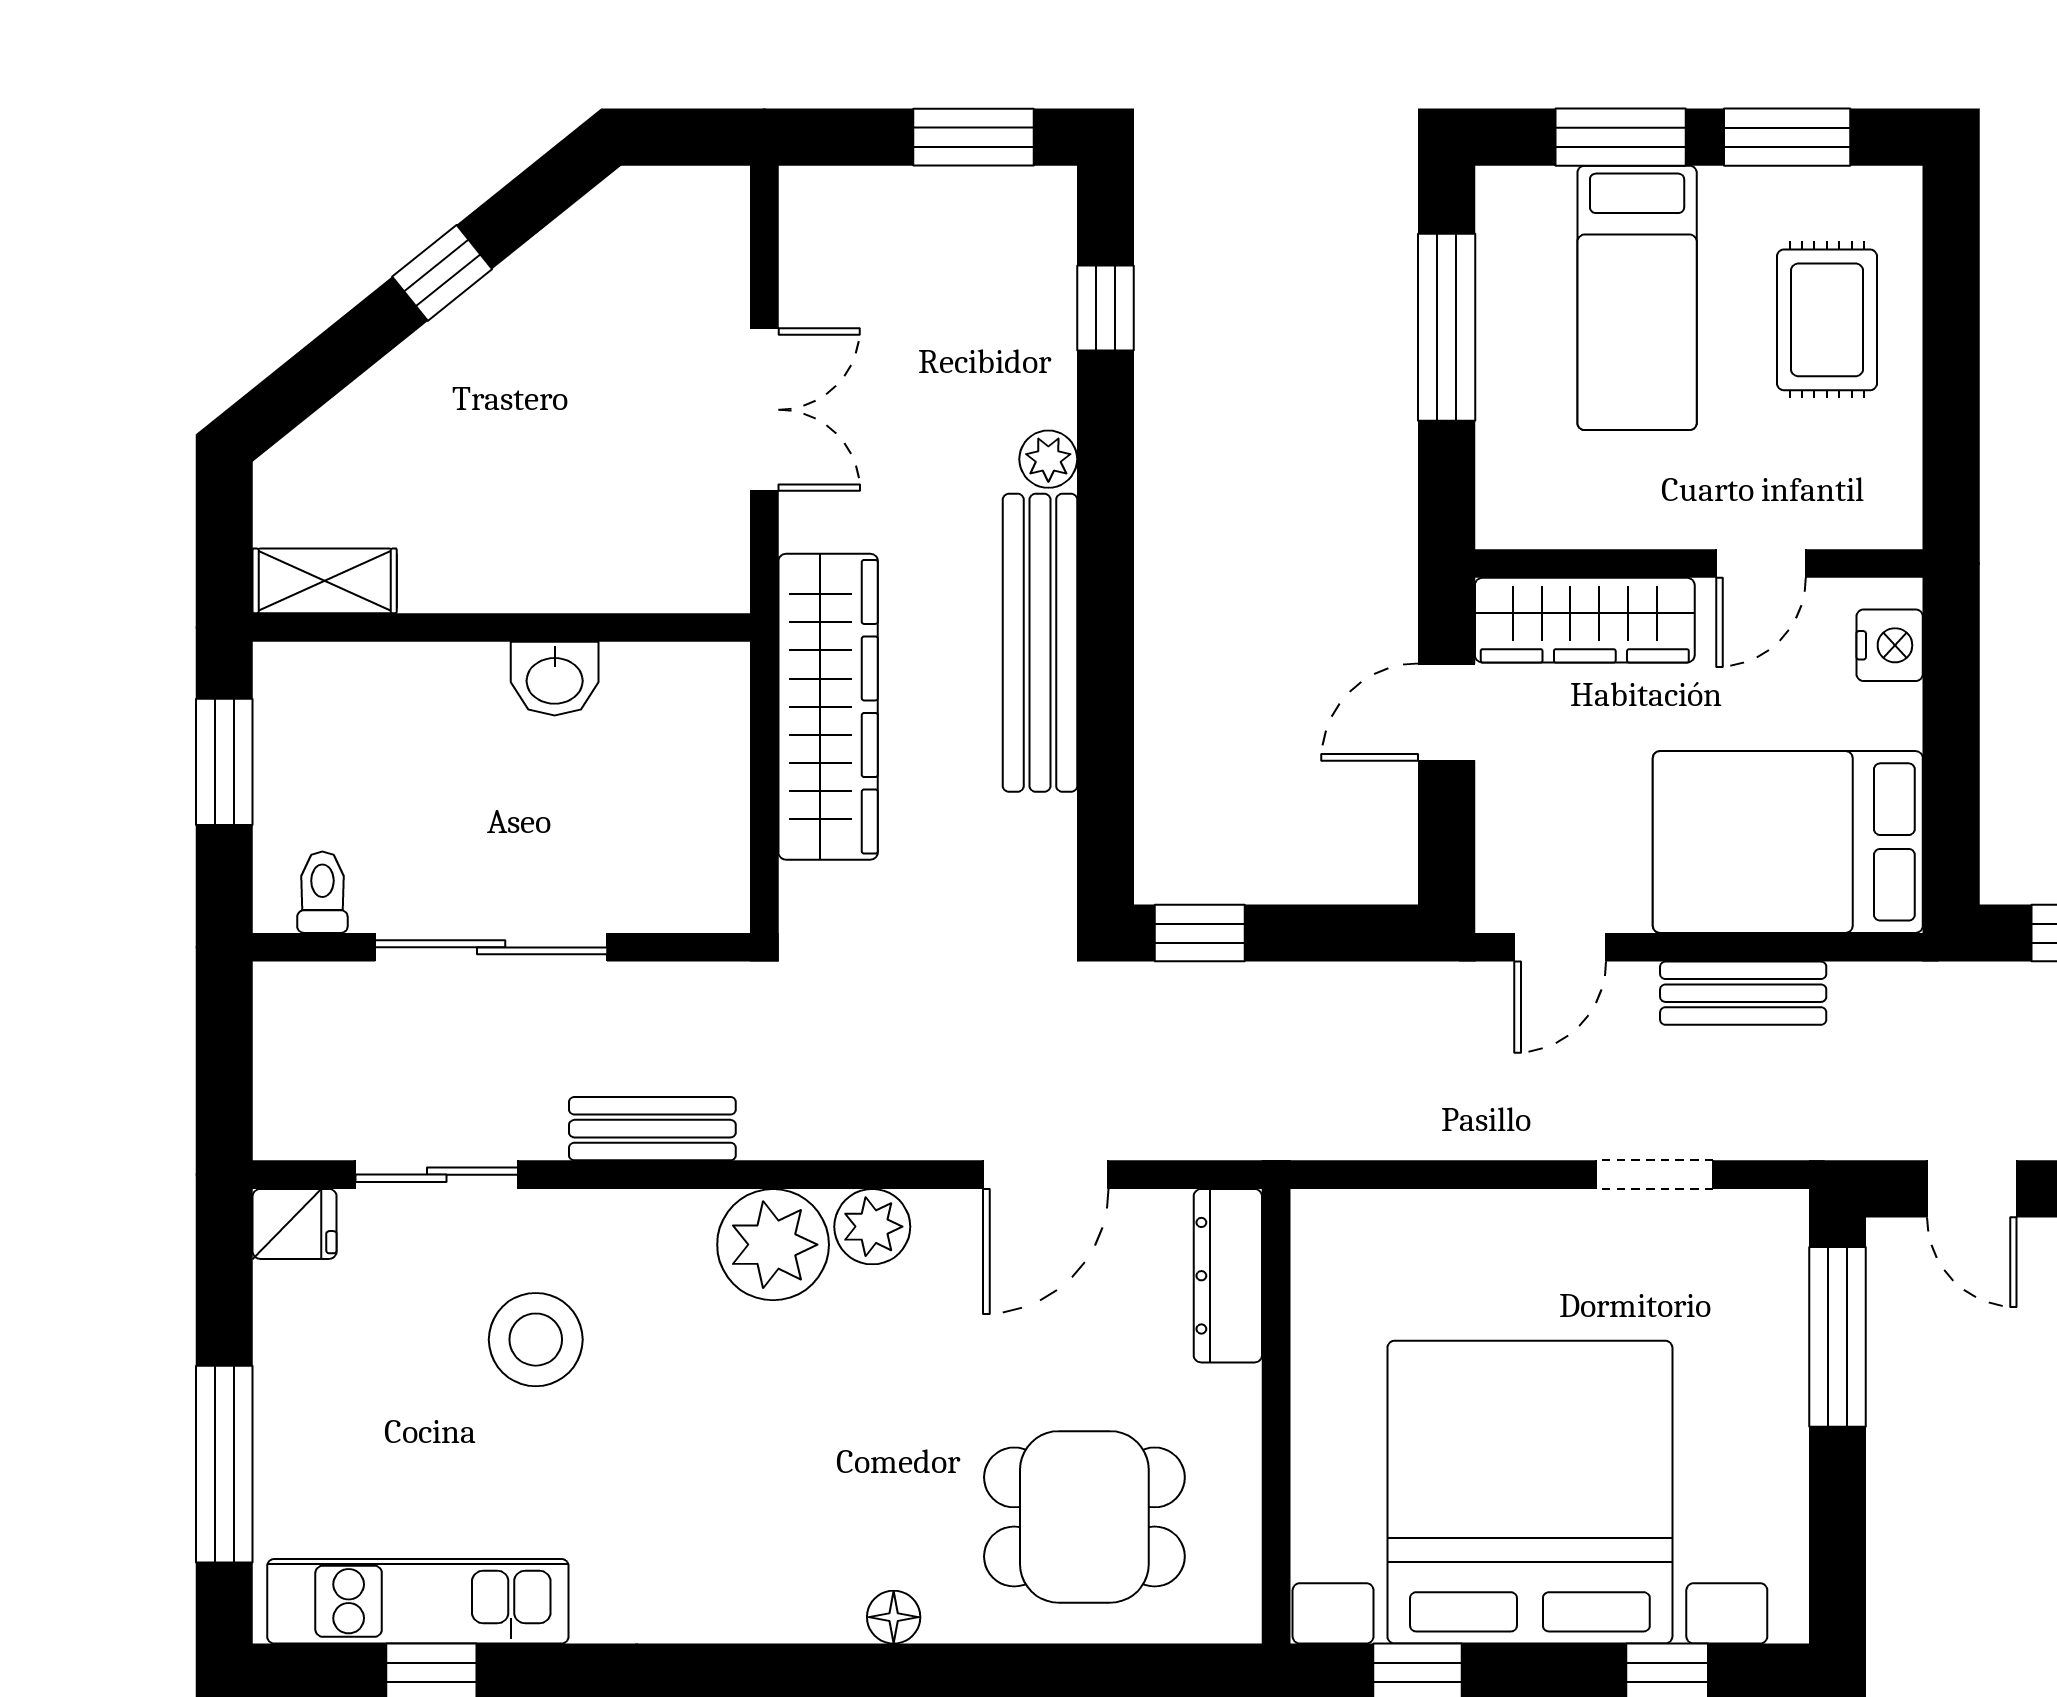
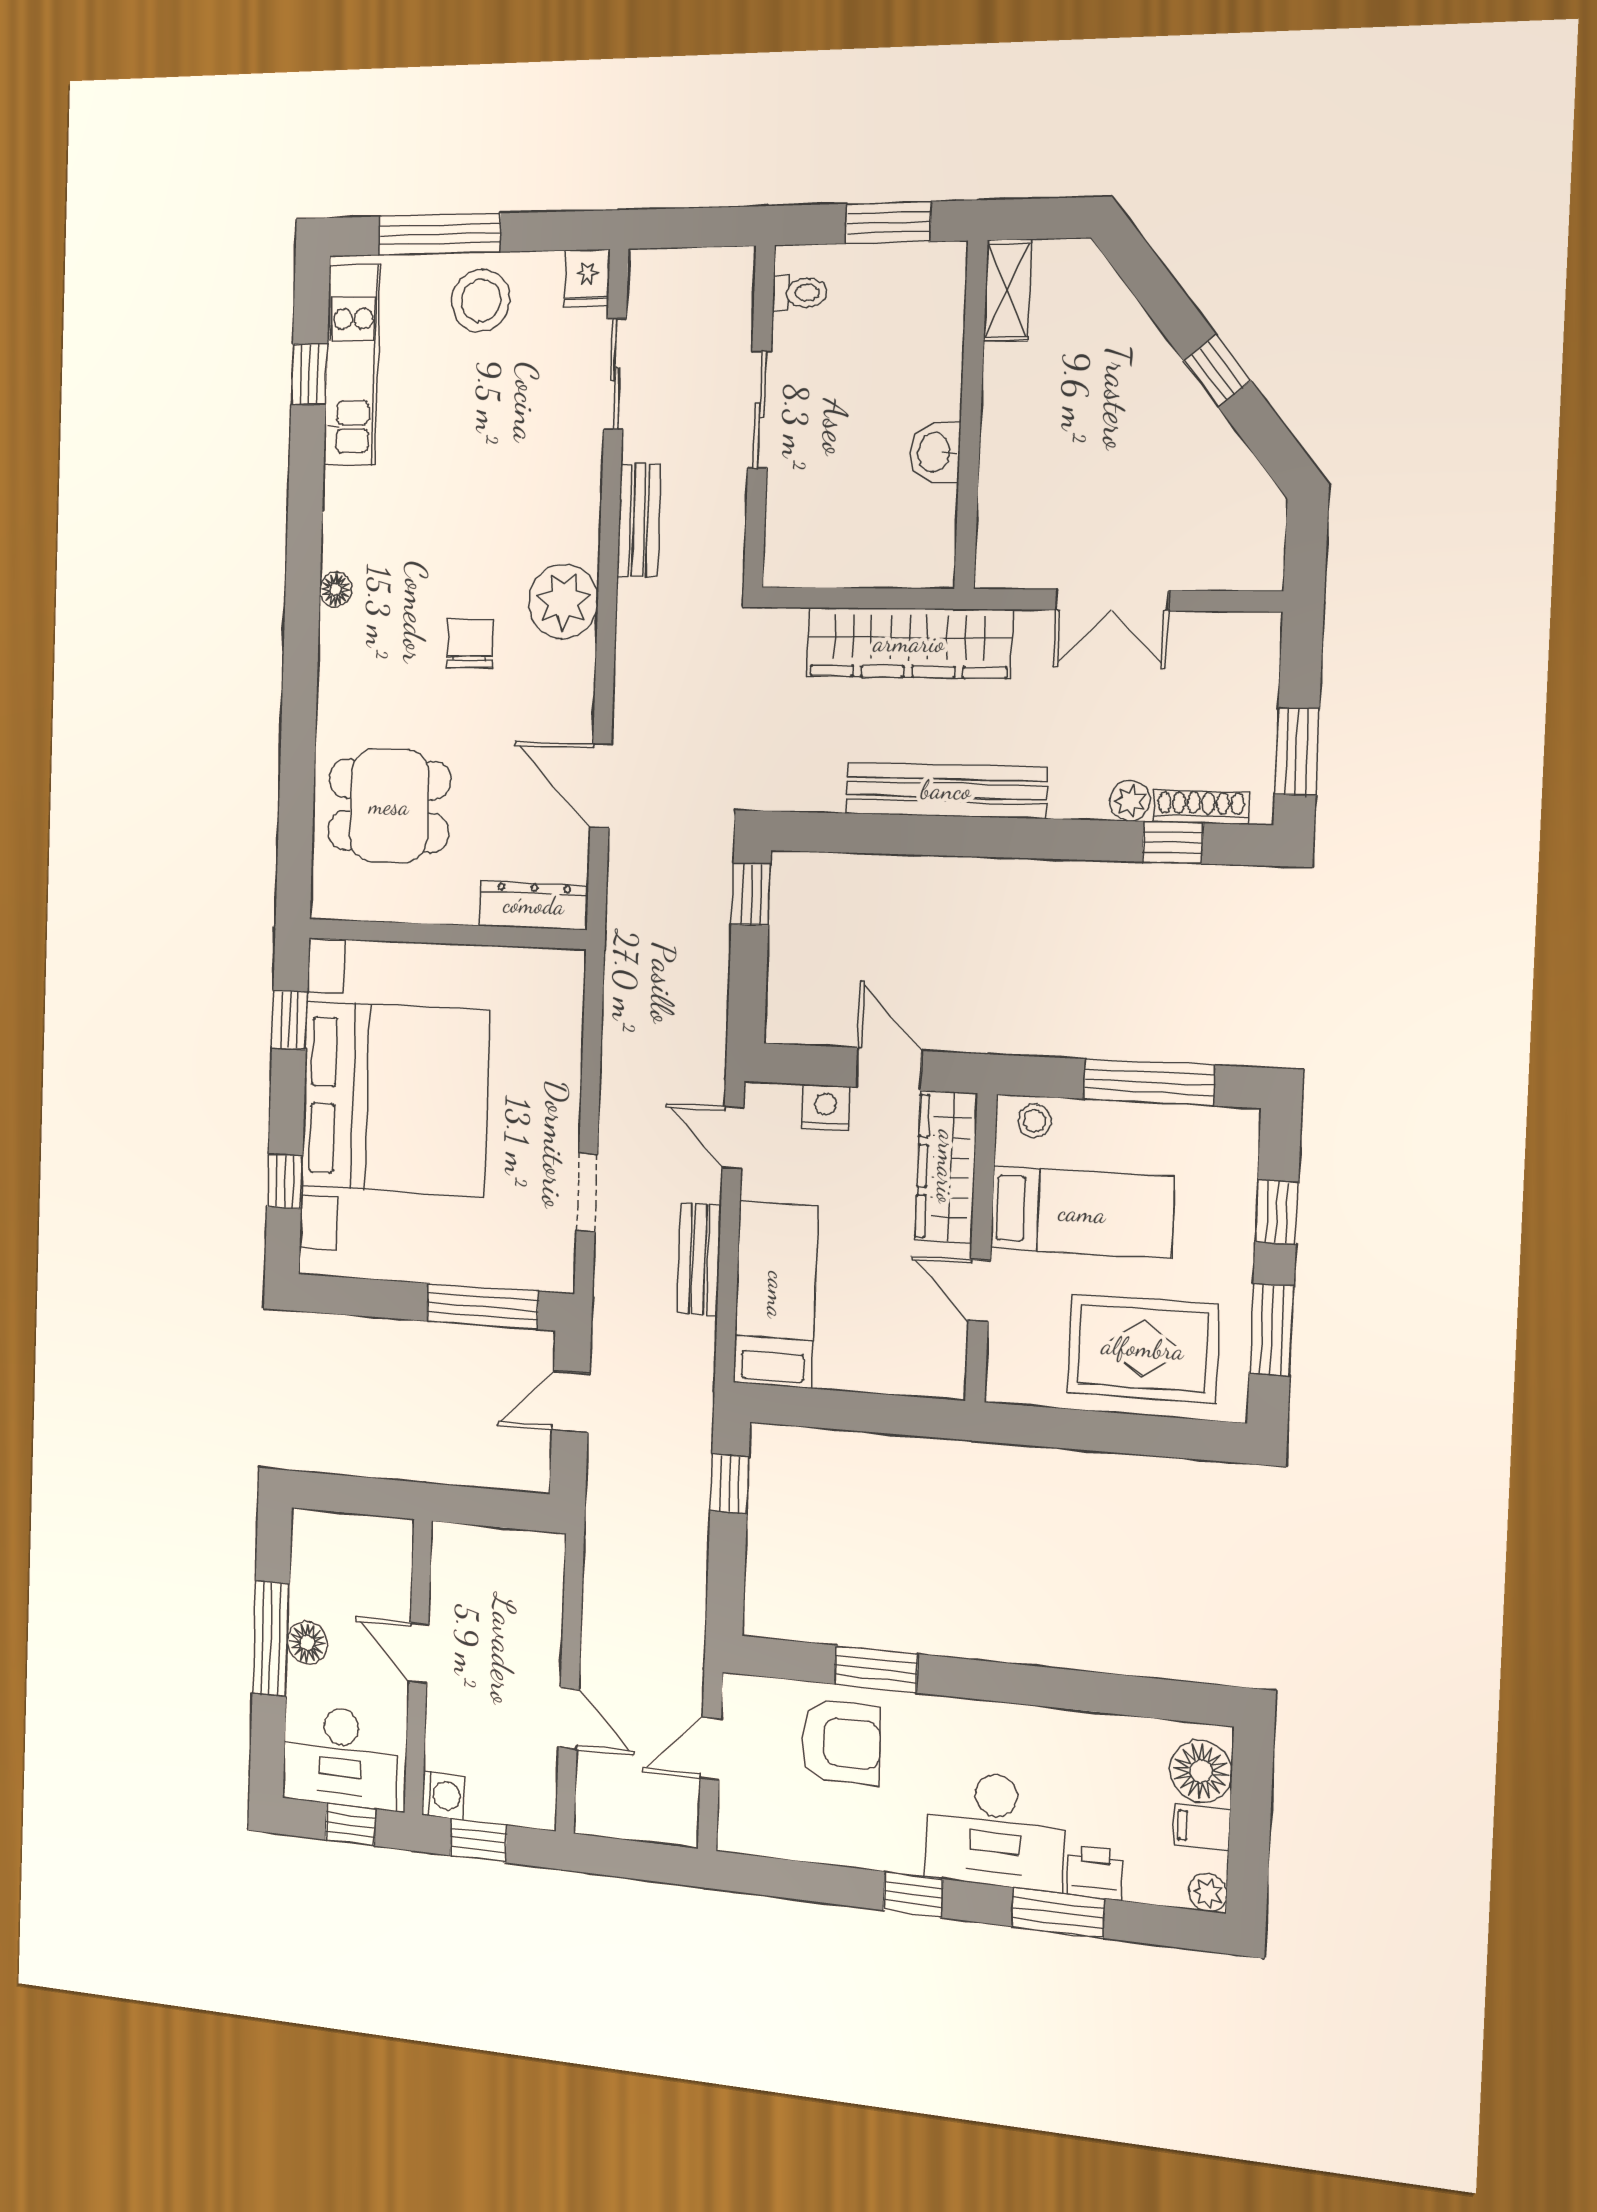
window: (1621, 137) -> (1277, 1212), width x0.67
shoe rack: (1054, 270) -> (1201, 807), added
bed: (1637, 298) -> (1082, 1213), moved, turned 180
rug: (1827, 320) -> (1143, 1348), width x1.36, depth x1.43
plant: (1048, 459) -> (1130, 801), moved
stool: (1511, 492) -> (1034, 1121), added
nightstand: (1890, 645) -> (826, 1108), moved, turned 180
bed: (1788, 842) -> (776, 1295), width x0.67
sliding door: (491, 947) -> (759, 410), width x0.73
plant: (872, 1227) -> (572, 668), removed
stool: (536, 1340) -> (481, 300), moved
chair: (837, 1393) -> (470, 644), added
dining table: (1084, 1517) -> (389, 806), turned 90
floor lamp: (894, 1617) -> (336, 590), moved

